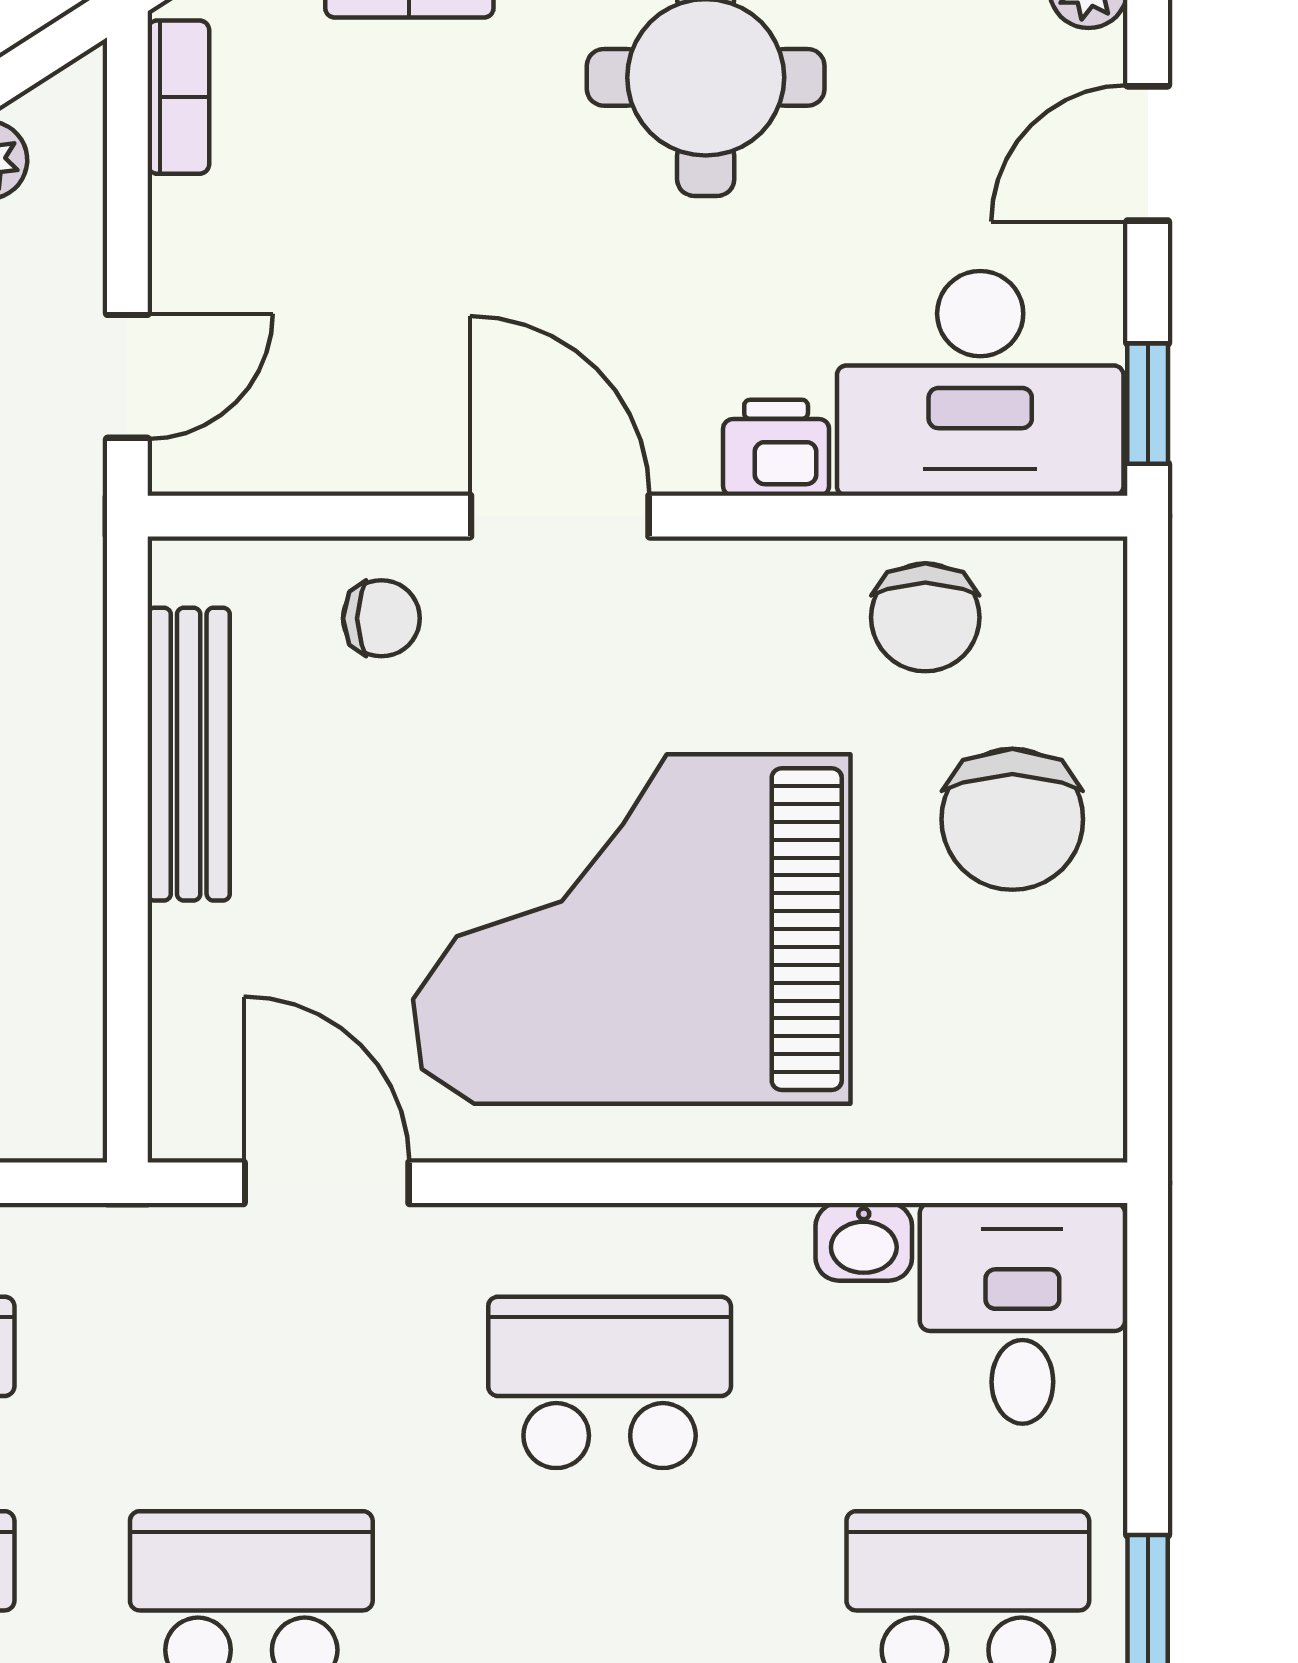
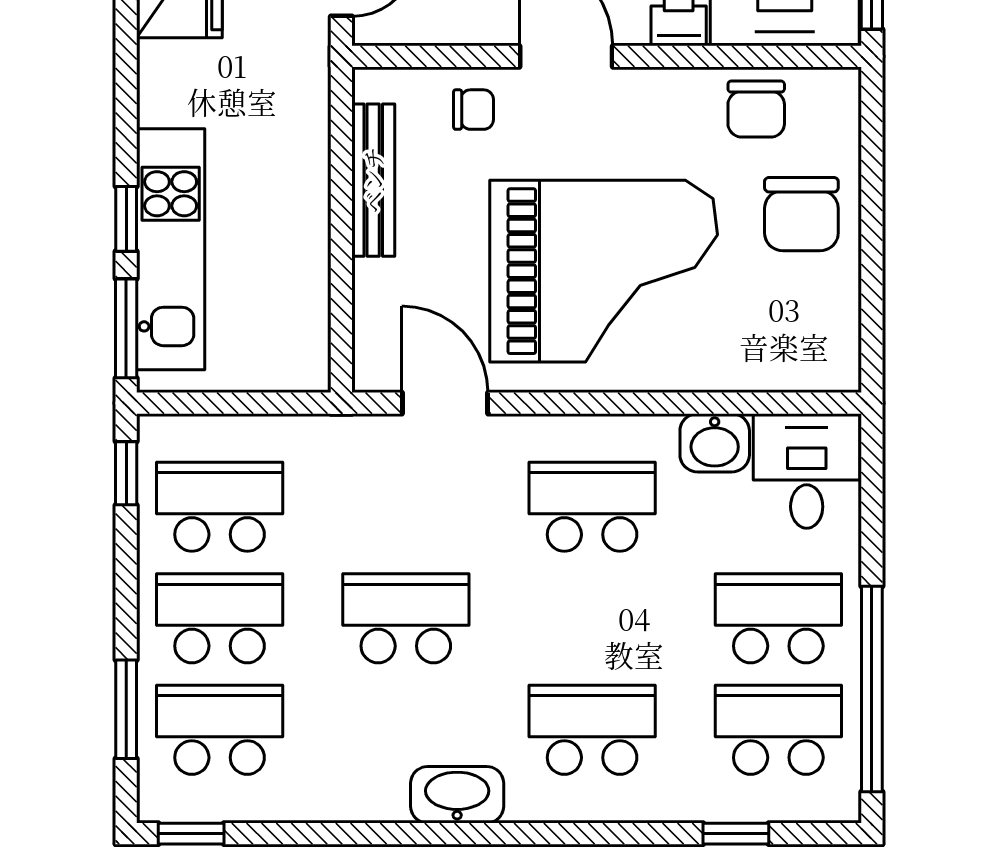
grand piano: (632, 929) -> (604, 271), turned 180
washbasin: (864, 1242) -> (715, 443), width x1.38, depth x1.45

